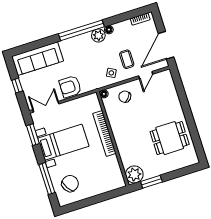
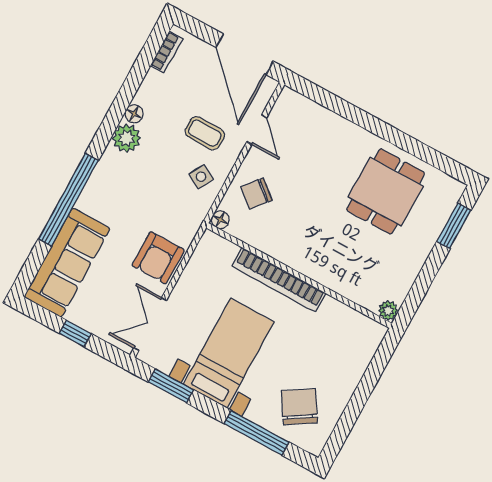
window: (81, 30) -> (68, 200), moved
plant: (134, 174) -> (388, 310), width x0.53, depth x0.53
window: (151, 182) -> (454, 226), moved

